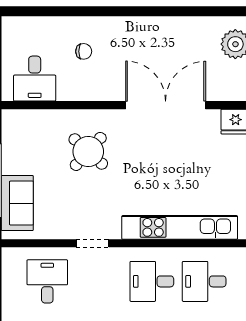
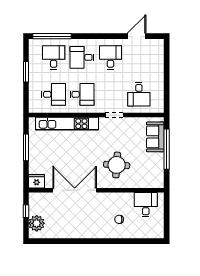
double door: (166, 105) -> (75, 190), swing flipped
round table: (88, 151) -> (117, 165), turned -38

